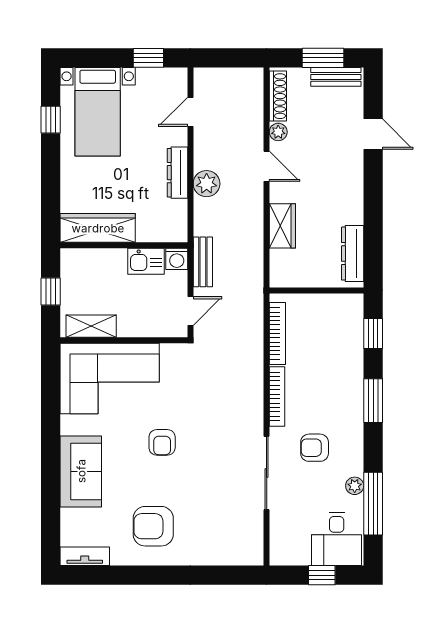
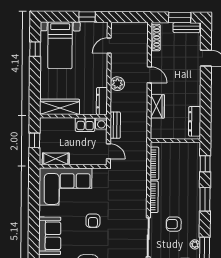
plant: (278, 132) -> (156, 57), removed
dresser: (177, 173) -> (102, 101), moved
door: (190, 311) -> (108, 151), hinge flipped

